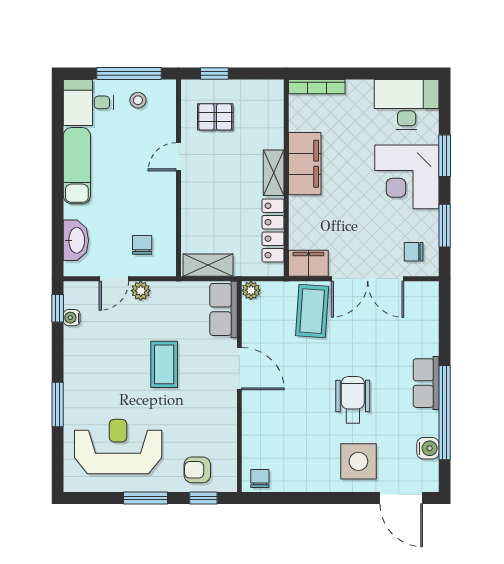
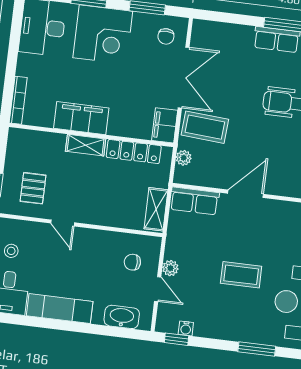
plant: (251, 290) -> (184, 158), moved
coffee table: (164, 364) -> (241, 275), moved

